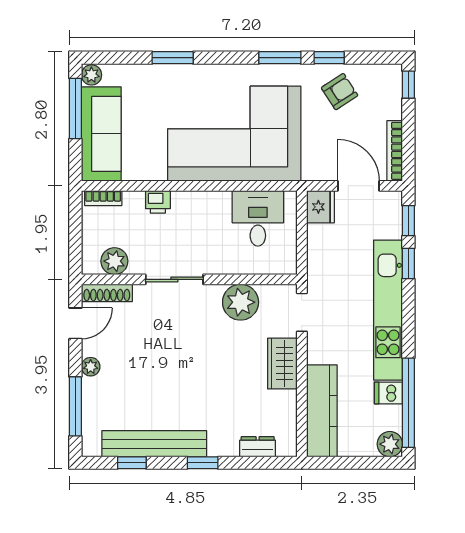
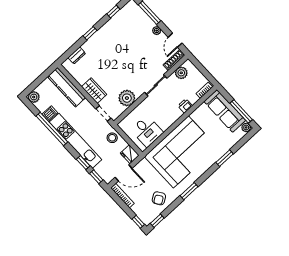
window: (329, 58) -> (157, 221), moved
stool: (324, 260) -> (112, 138), added
window: (408, 403) -> (52, 129), moved
bench: (154, 444) -> (112, 25), removed

